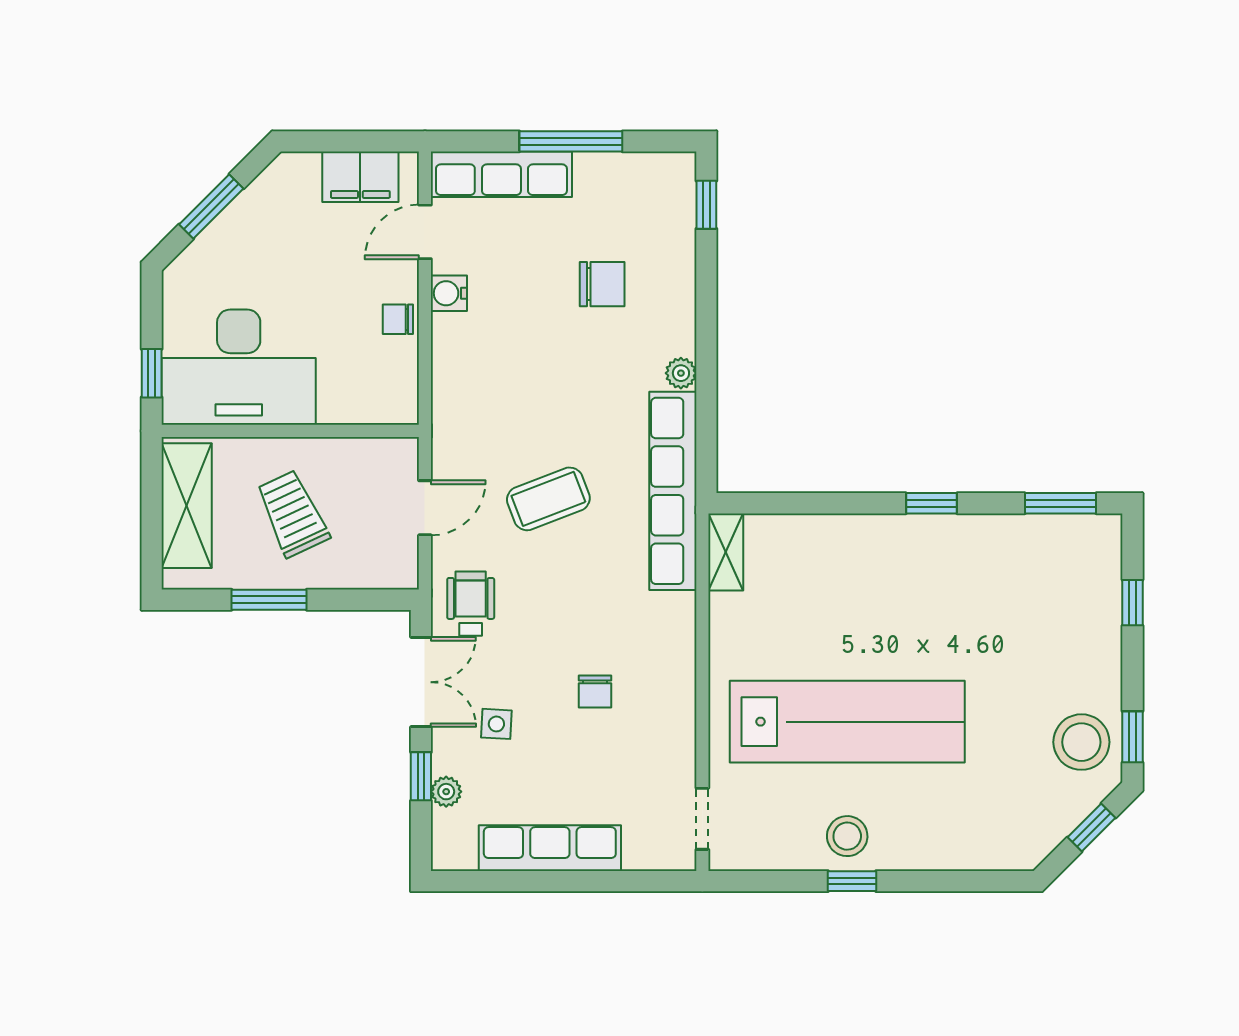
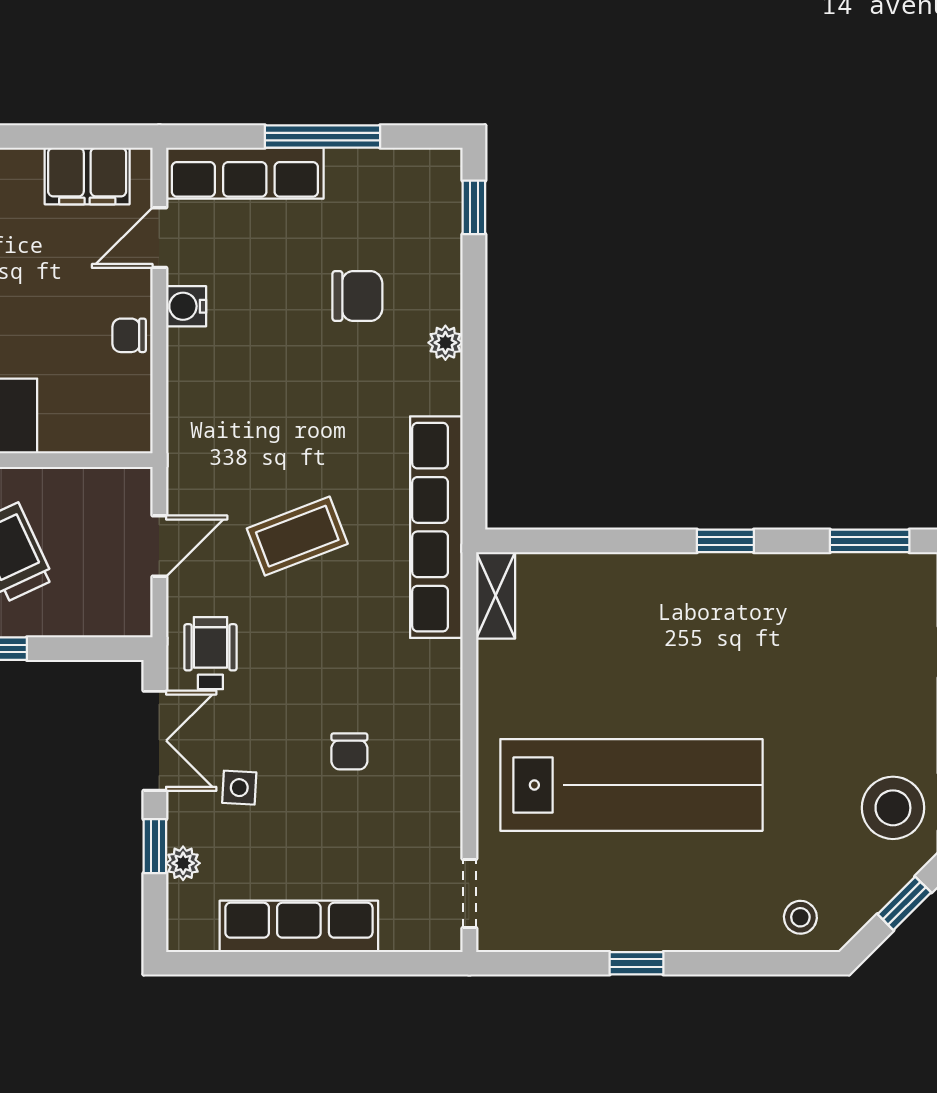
plant: (681, 373) -> (445, 343), moved
stool: (847, 836) -> (800, 917), moved, width x0.73, depth x0.73

